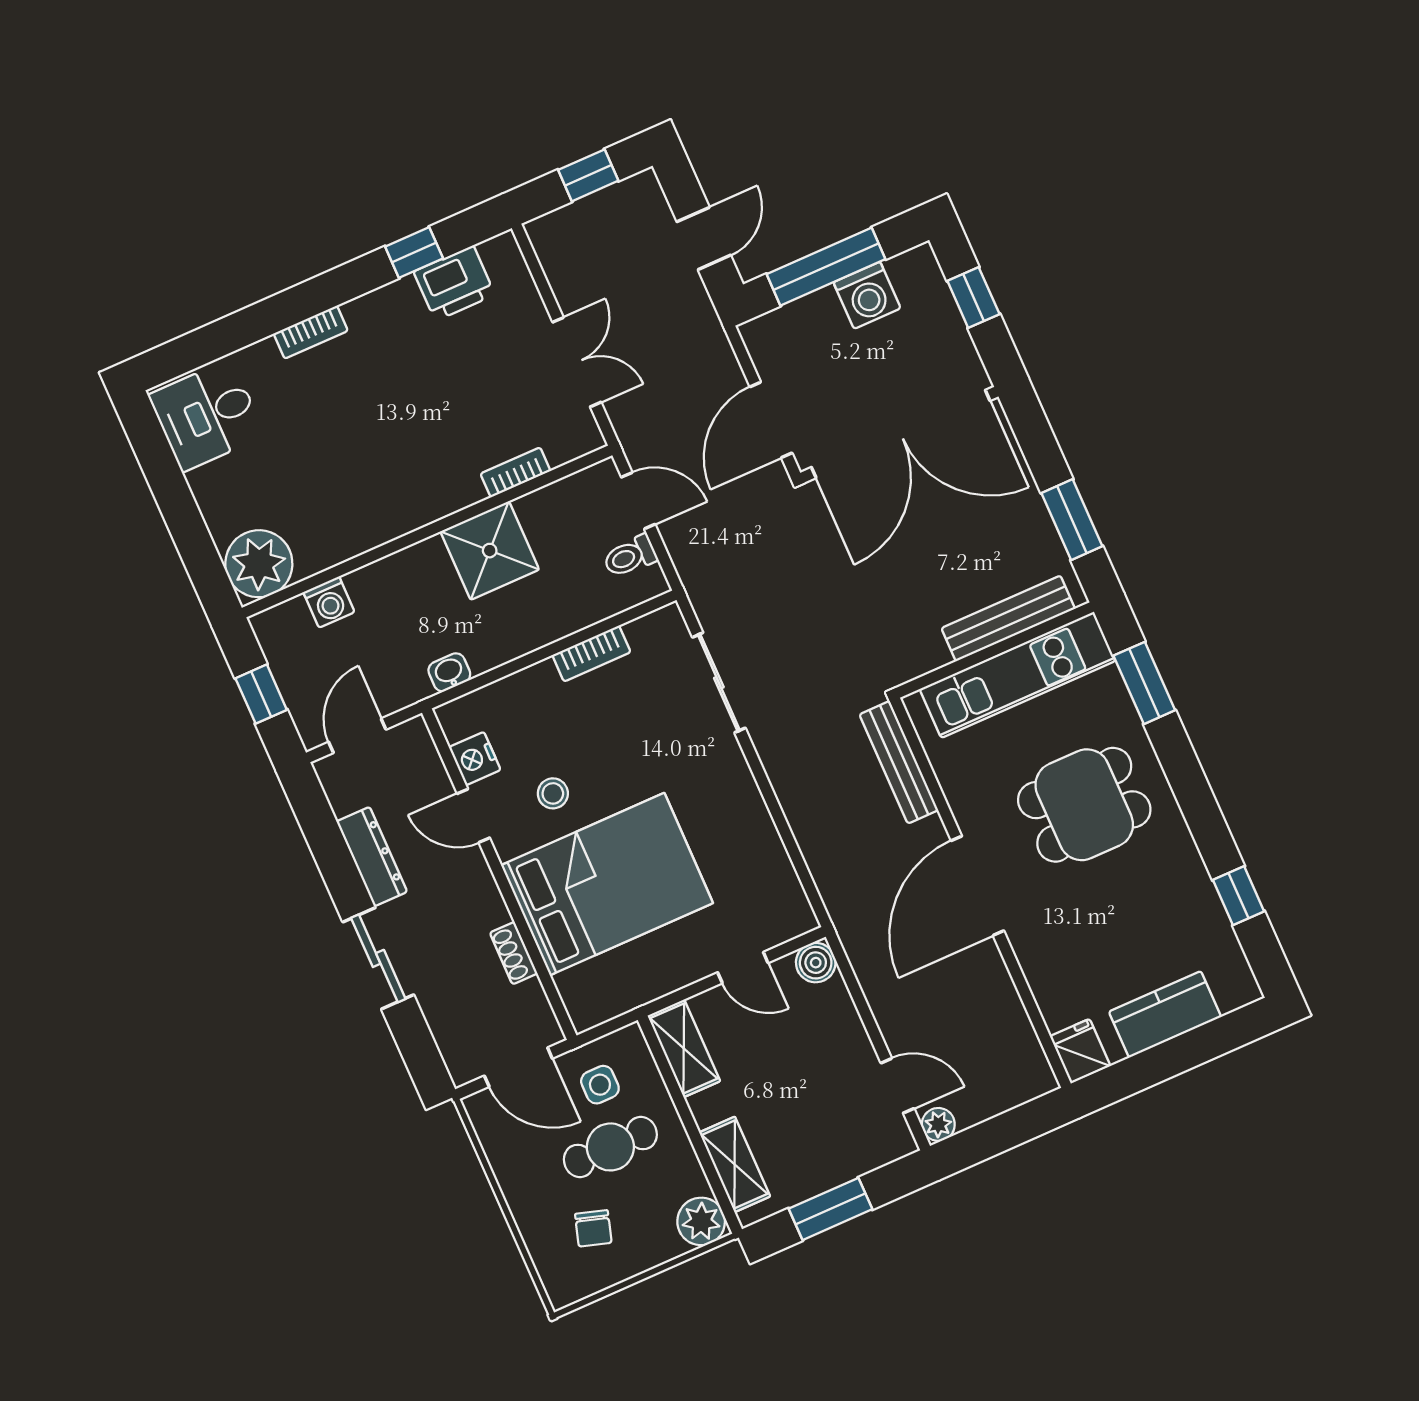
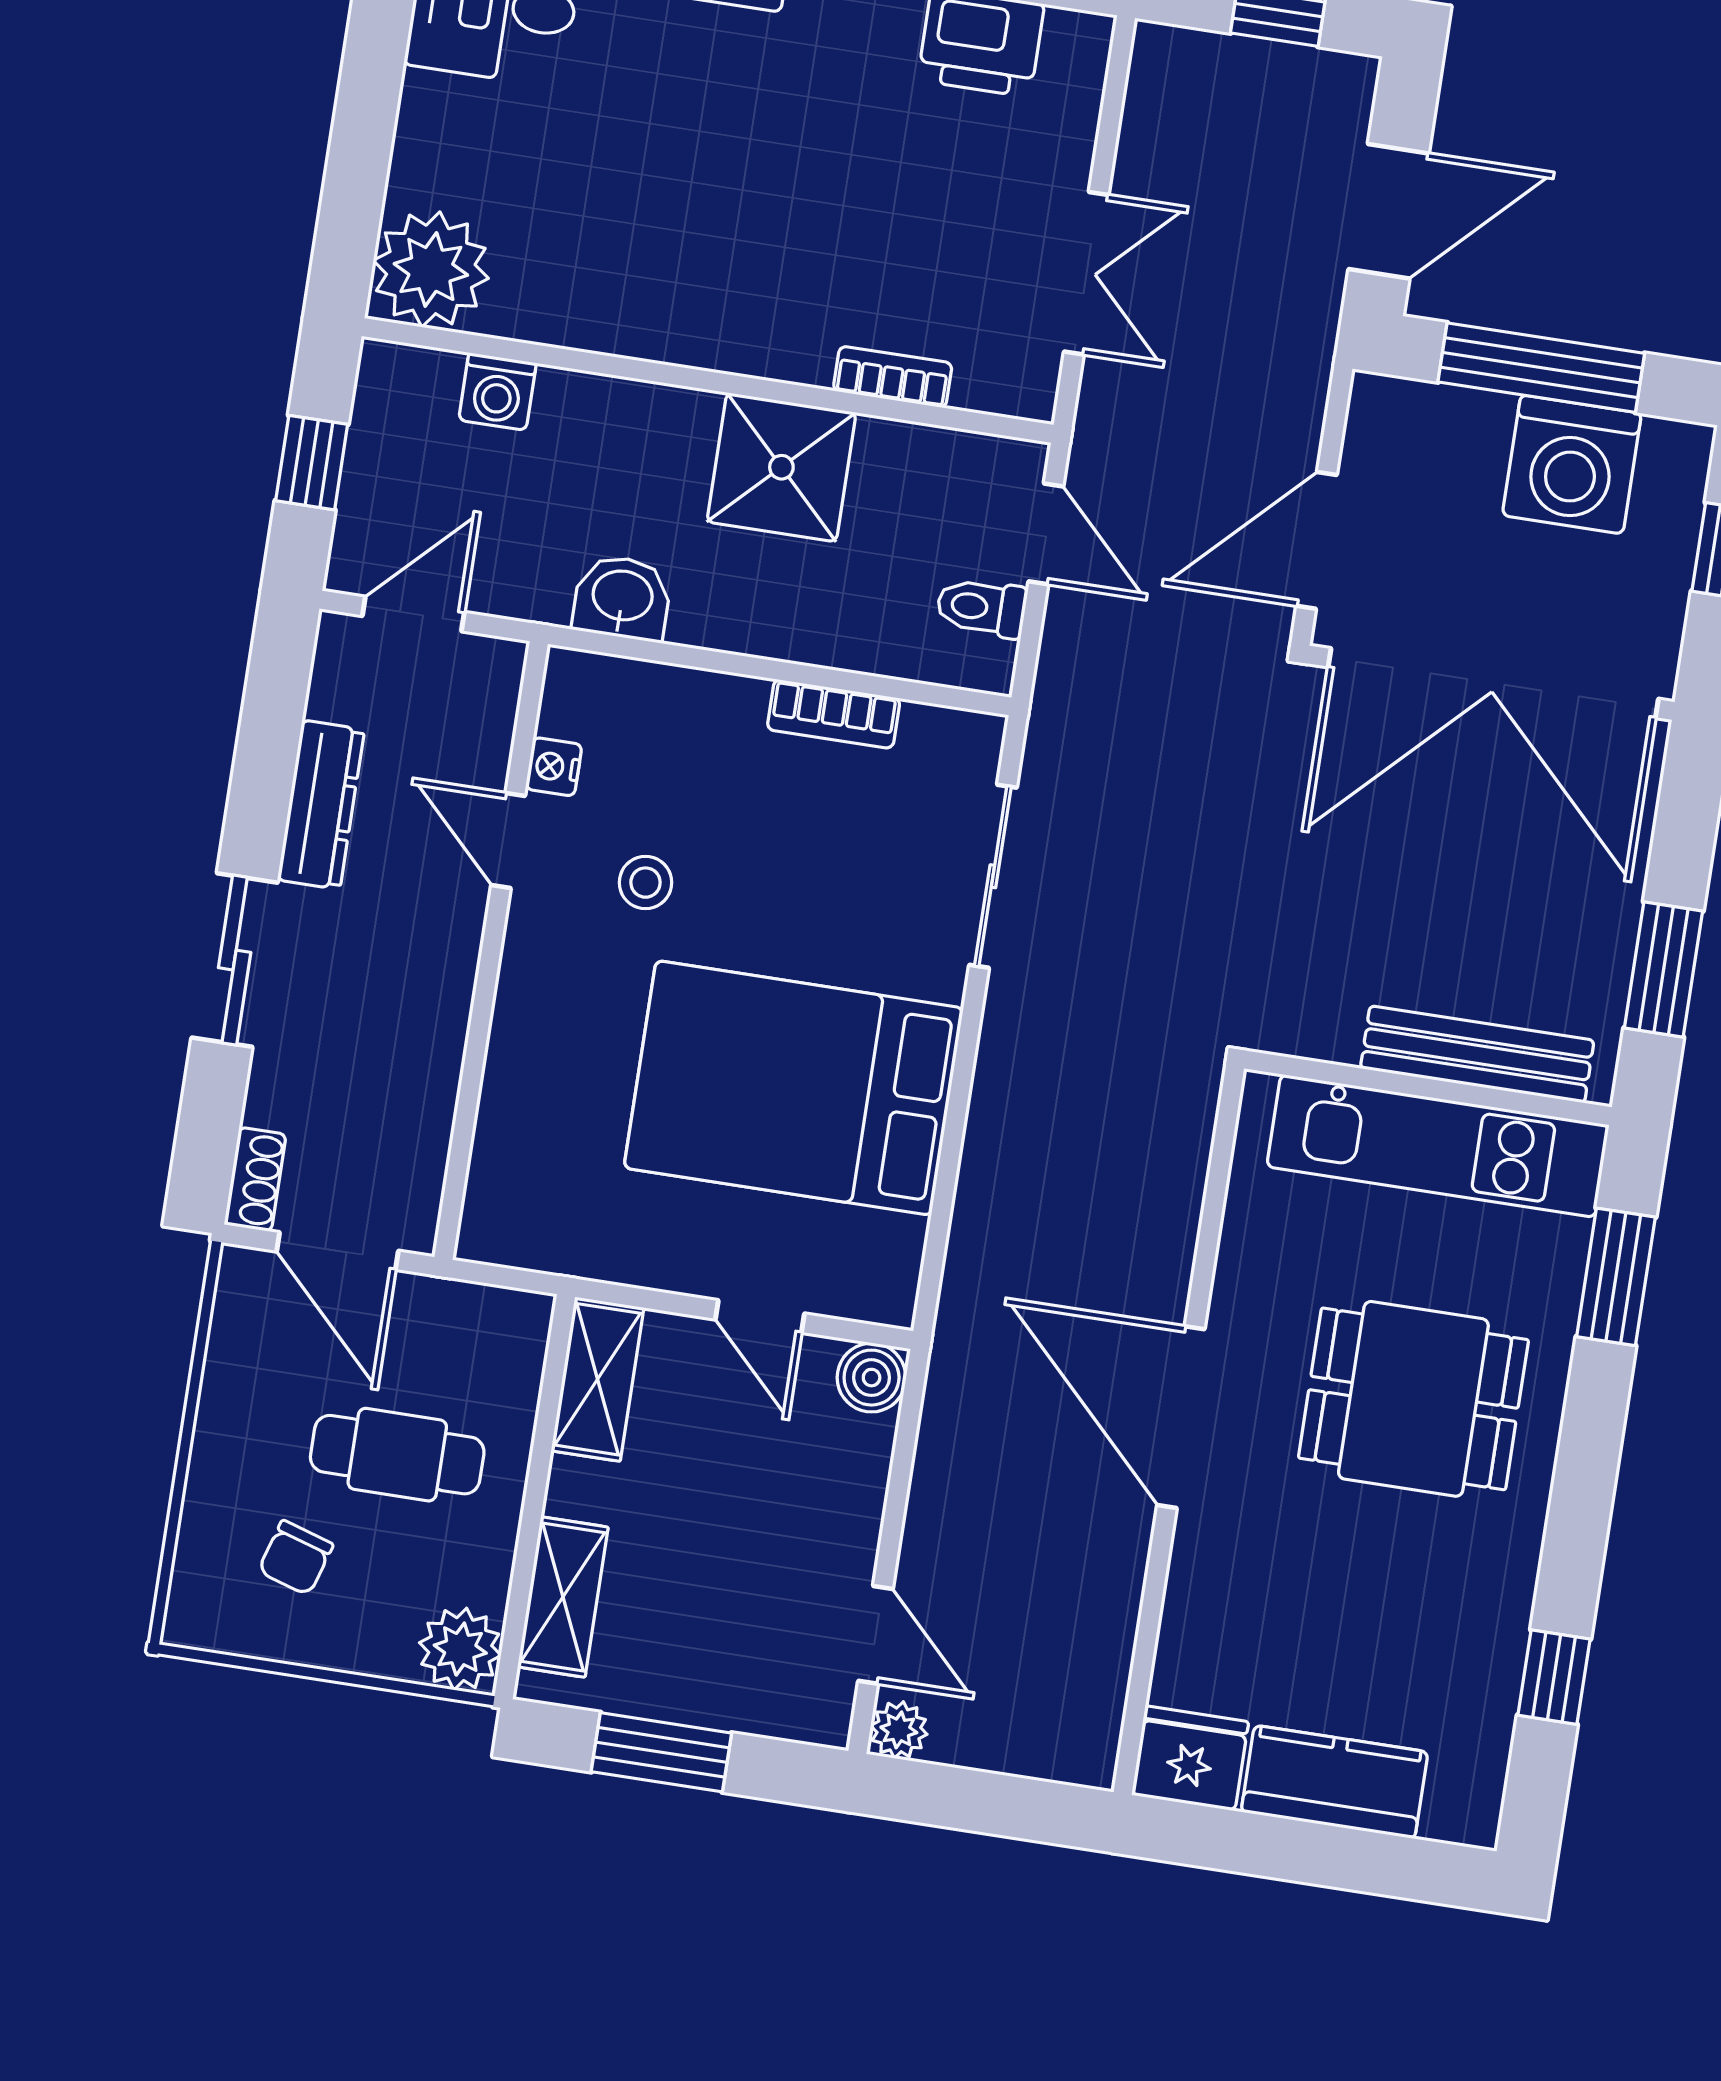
door: (704, 238) -> (1389, 211), width x1.38
washing machine: (867, 295) -> (1572, 464), width x1.37, depth x1.37
washbasin: (449, 672) -> (622, 598), width x1.38, depth x1.45
nightstand: (475, 759) -> (554, 767), width x0.72, depth x0.74
bench: (899, 762) -> (1182, 1162), removed
bed: (607, 884) -> (794, 1088), moved, turned 180
door: (977, 886) -> (1181, 1417), hinge flipped
shoe rack: (514, 953) -> (255, 1179), moved, turned 180
fridge: (1080, 1051) -> (1190, 1758), width x1.38
side table: (600, 1085) -> (441, 1354), removed

